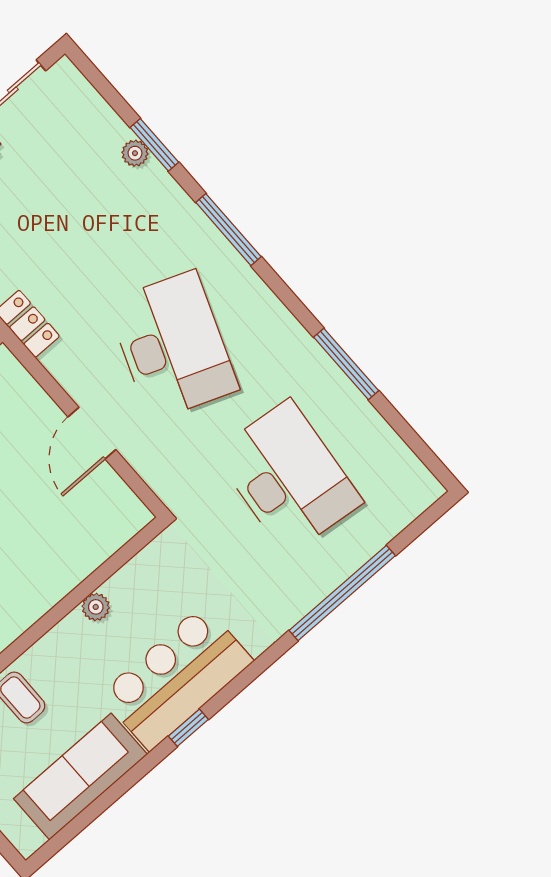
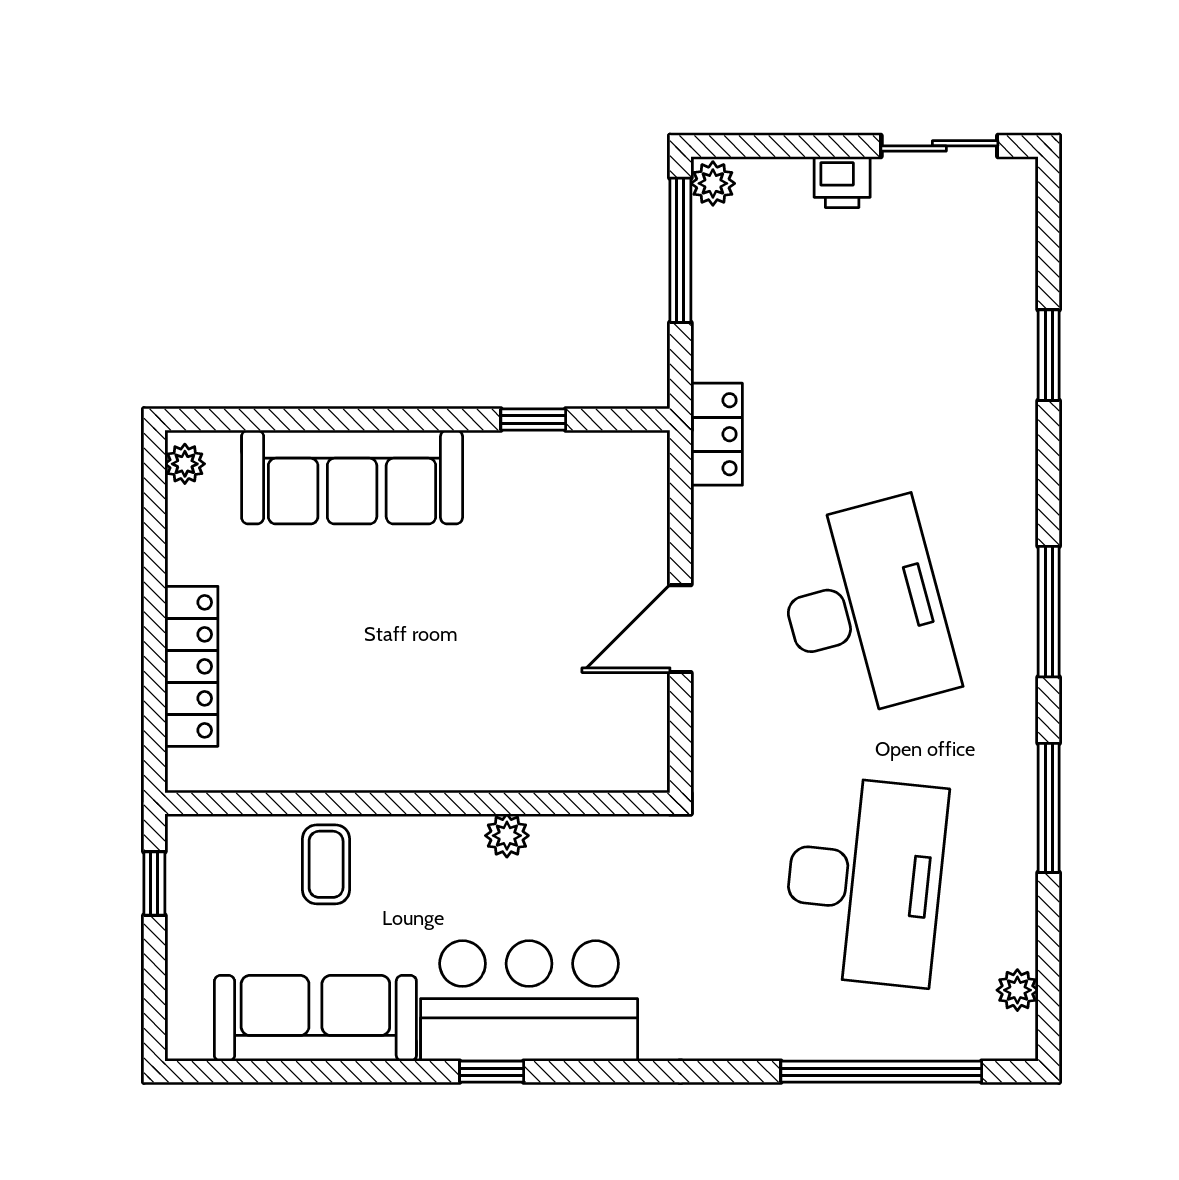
plant: (135, 153) -> (1017, 990), moved
window: (228, 230) -> (1049, 612), moved
desk: (173, 346) -> (865, 609), turned -36
window: (342, 593) -> (881, 1072), moved

